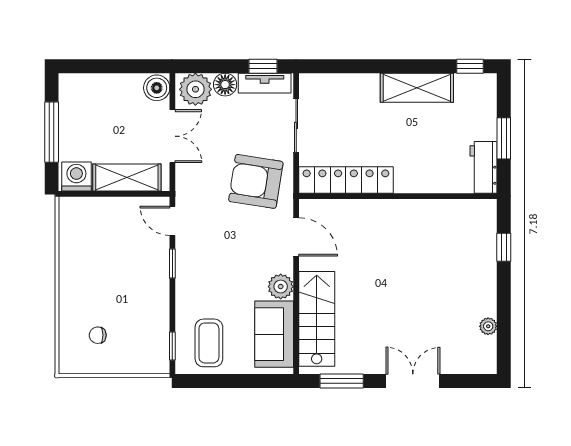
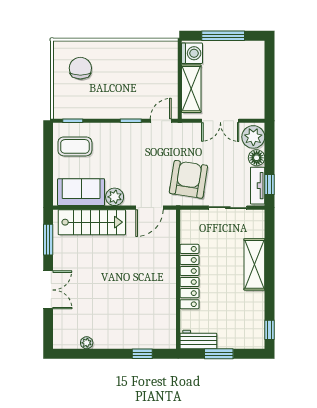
boiler: (157, 88) -> (254, 110), removed
shelving: (417, 88) -> (254, 264), moved
locker: (346, 180) -> (189, 277), moved
chair: (98, 335) -> (80, 68), width x1.87, depth x1.87

